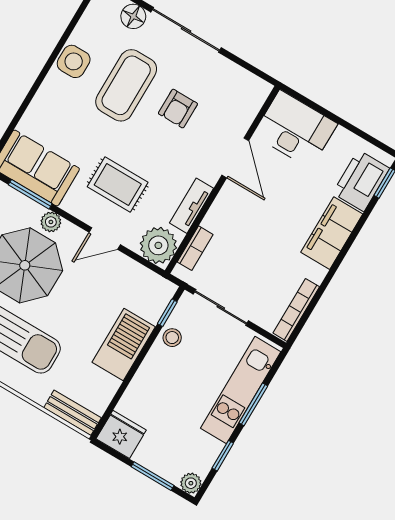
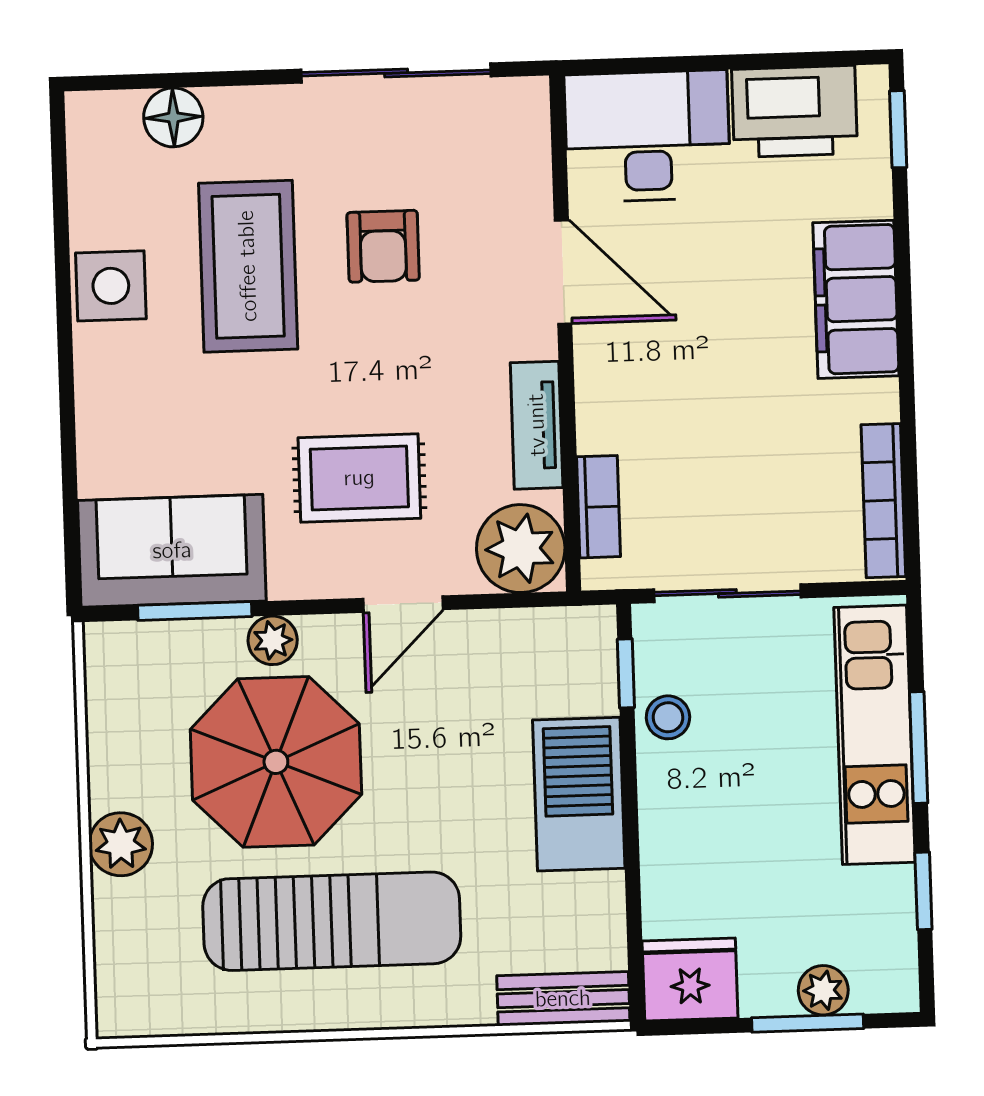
sliding door: (186, 30) -> (396, 73), moved
printer: (361, 181) -> (795, 111), moved, turned -90
plant: (191, 483) -> (823, 990), moved

